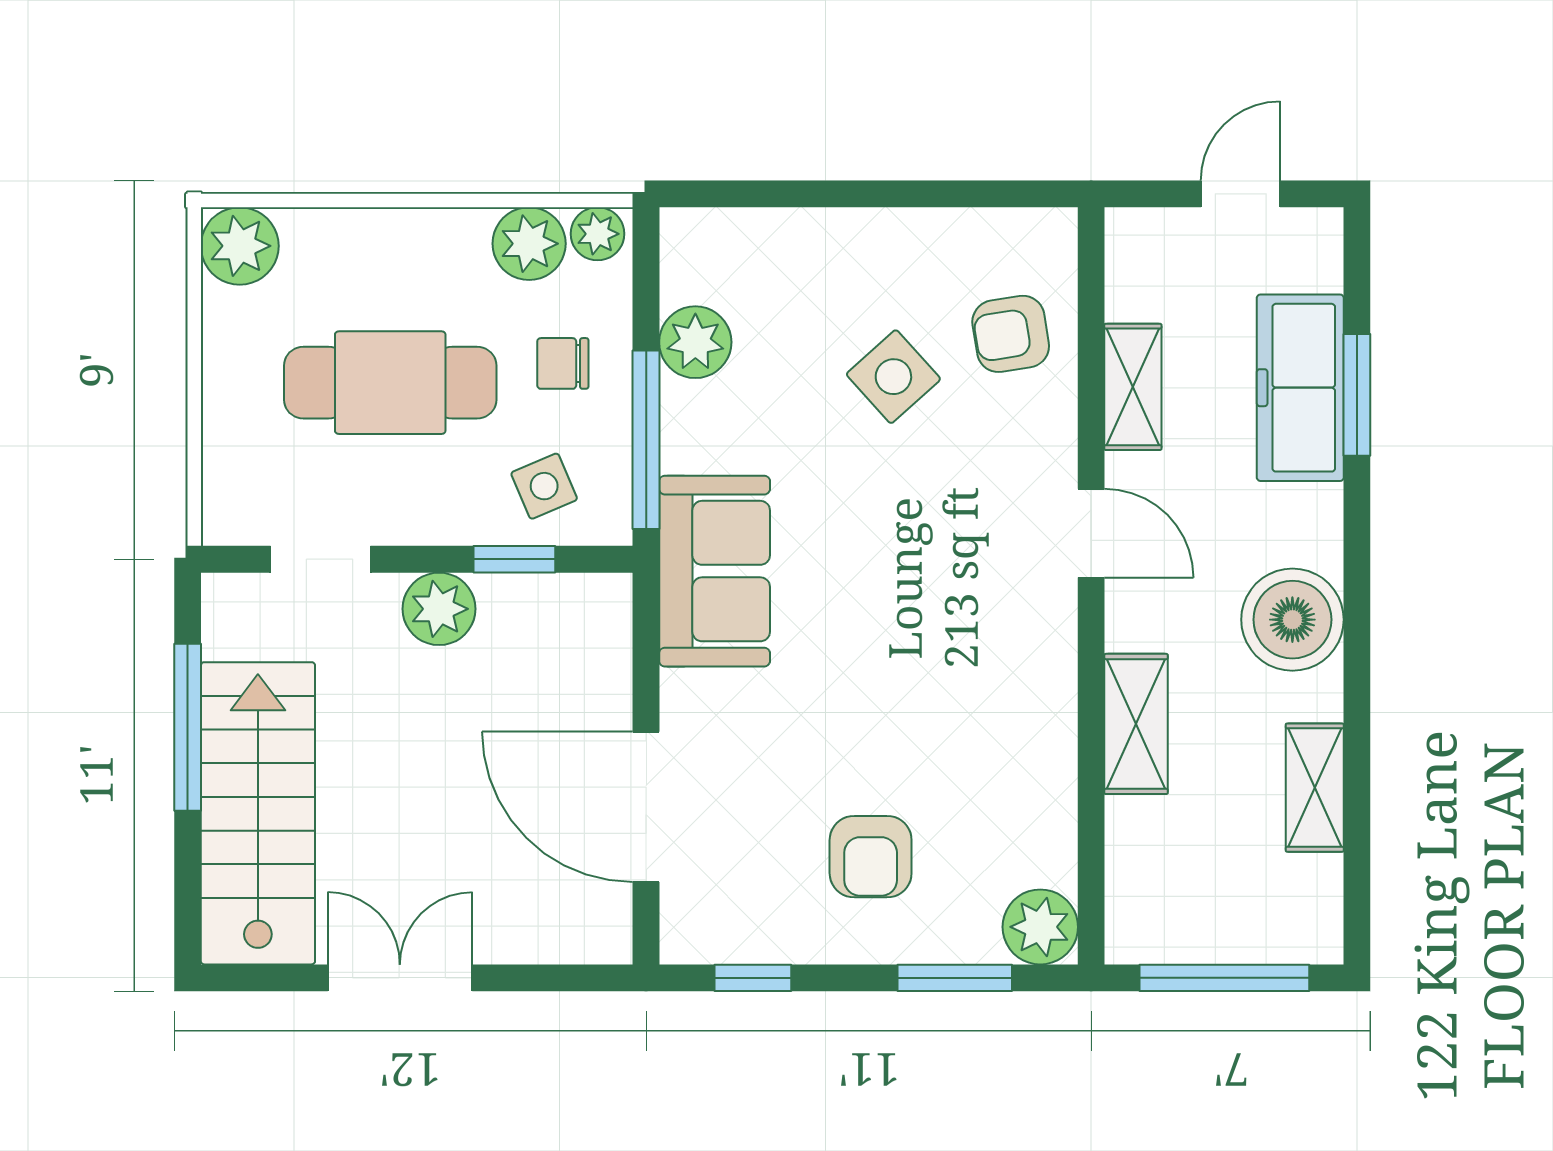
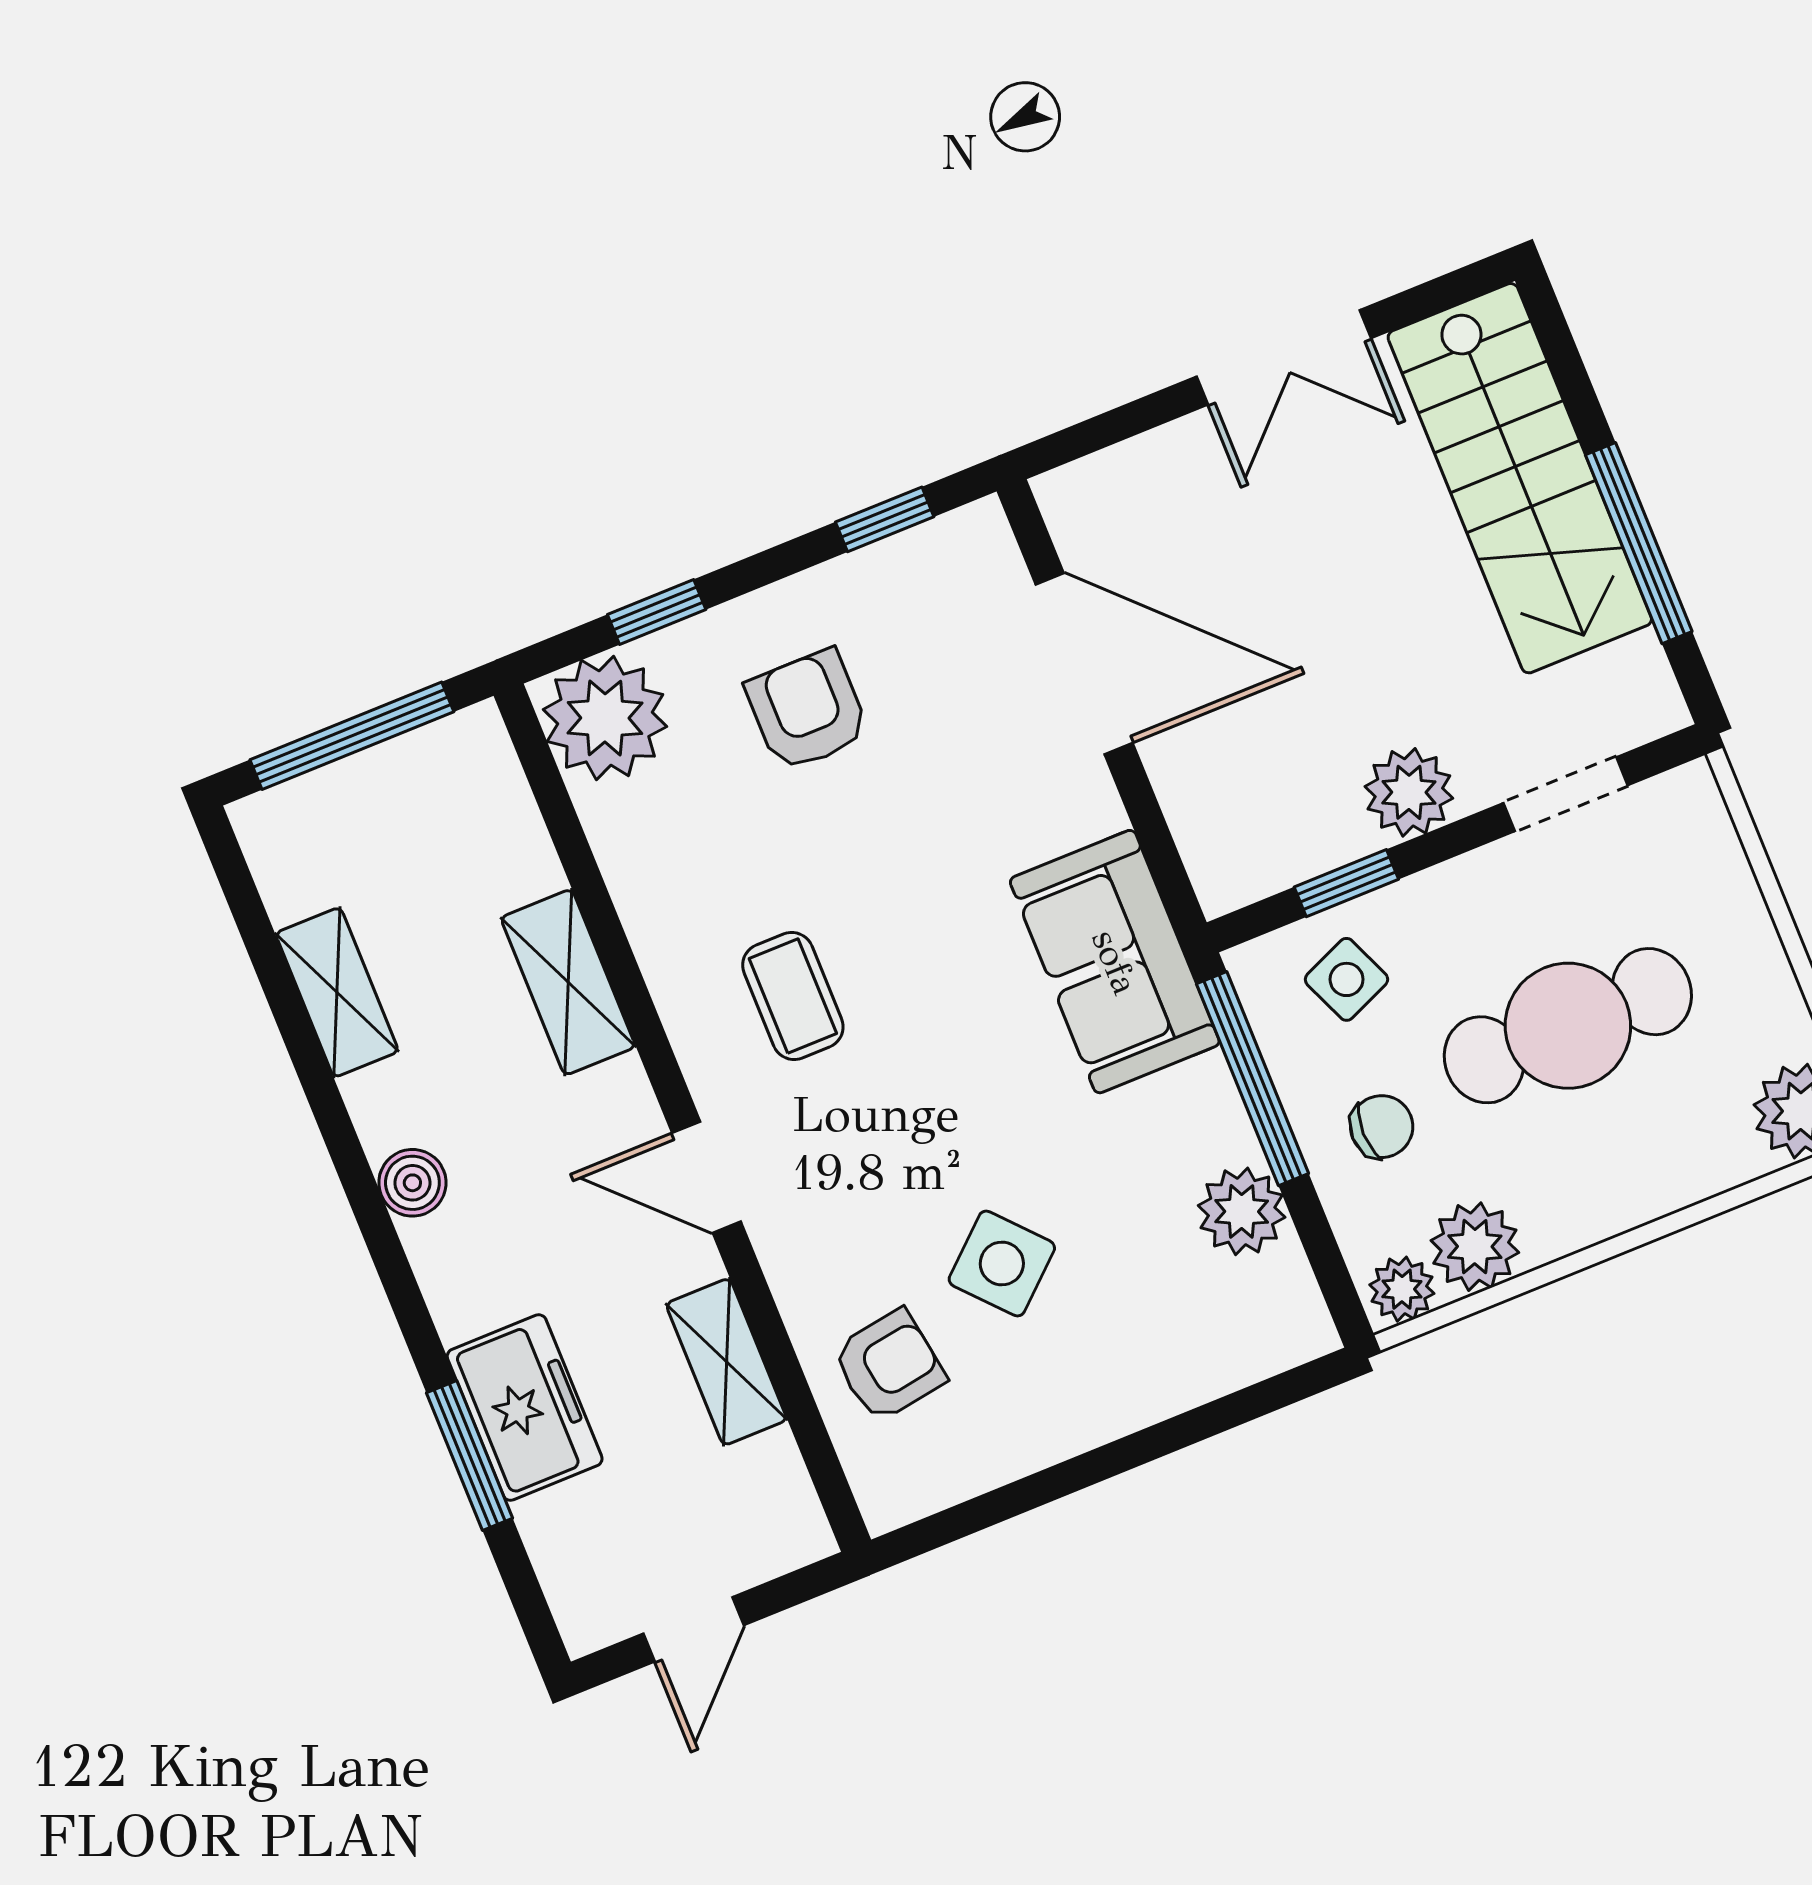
freezer: (1300, 388) -> (525, 1408), width x0.71
boiler: (1292, 620) -> (412, 1183), width x0.54, depth x0.54
coffee table: (970, 644) -> (793, 996), added
plant: (1040, 927) -> (605, 718), width x1.36, depth x1.36
window: (955, 978) -> (657, 612), width x0.67

